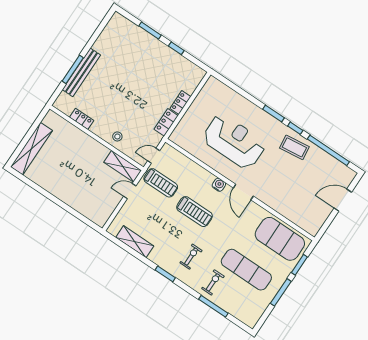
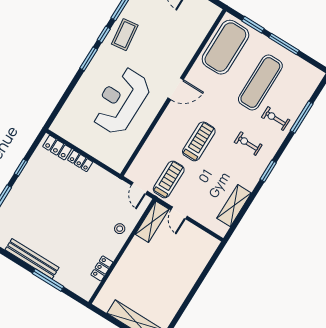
bench: (81, 72) -> (32, 259), moved
locker: (166, 122) -> (57, 148), moved
water cooler: (219, 185) -> (169, 116), removed

